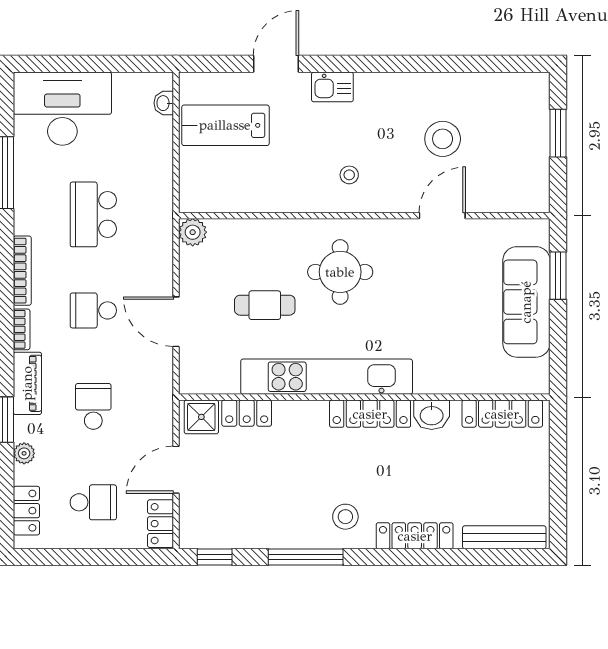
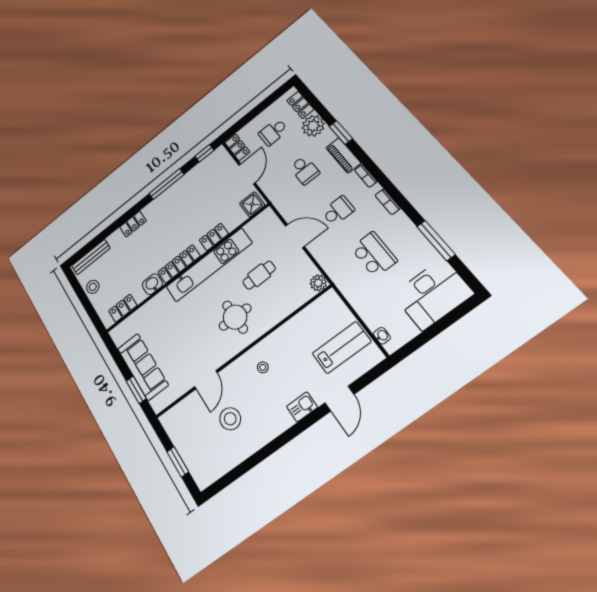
bookcase: (22, 271) -> (388, 202), width x0.64
locker: (247, 413) -> (214, 237), moved
locker: (502, 414) -> (123, 308), width x0.66
plant: (24, 453) -> (313, 126), width x1.88, depth x1.88
stool: (345, 517) -> (93, 287), moved
locker: (415, 536) -> (133, 224), width x0.66

